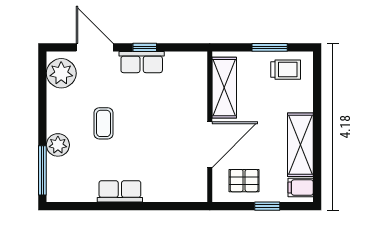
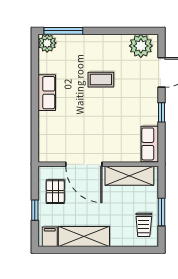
row of seats: (142, 62) -> (150, 144), moved
plant: (58, 145) -> (47, 43), moved

